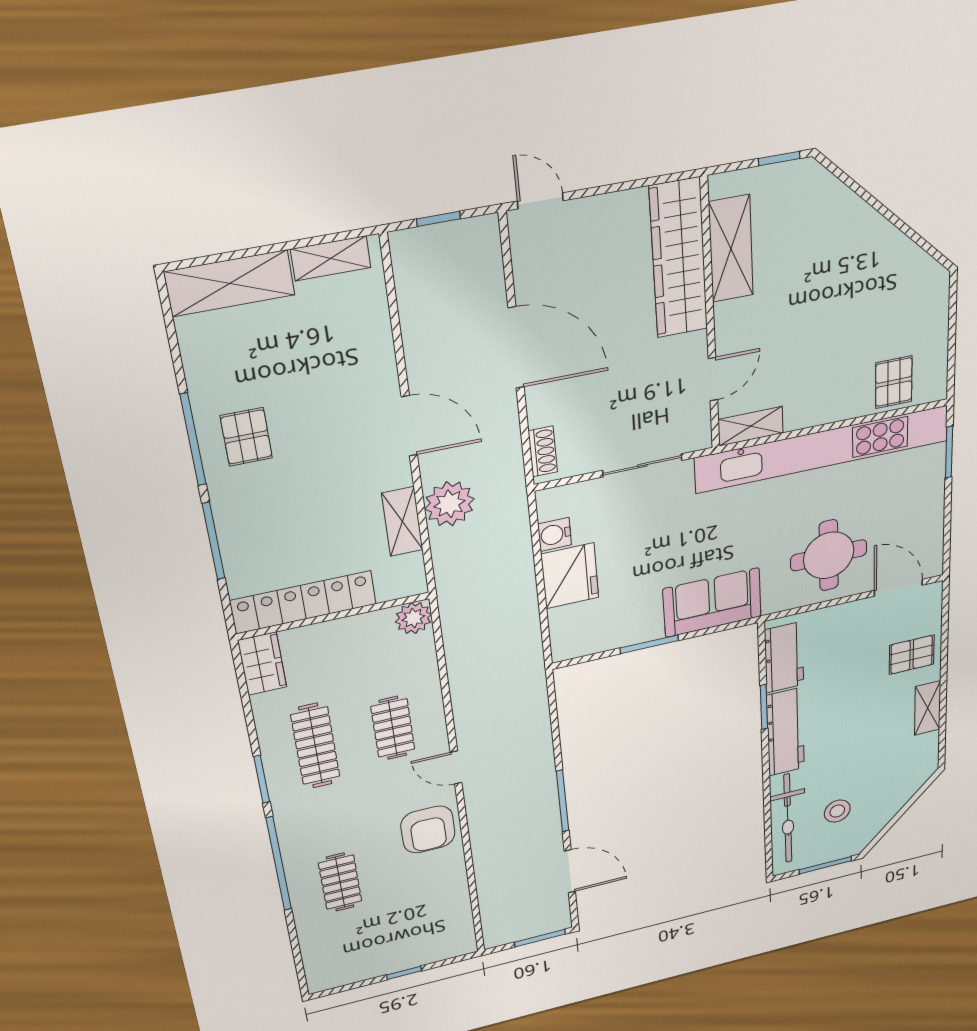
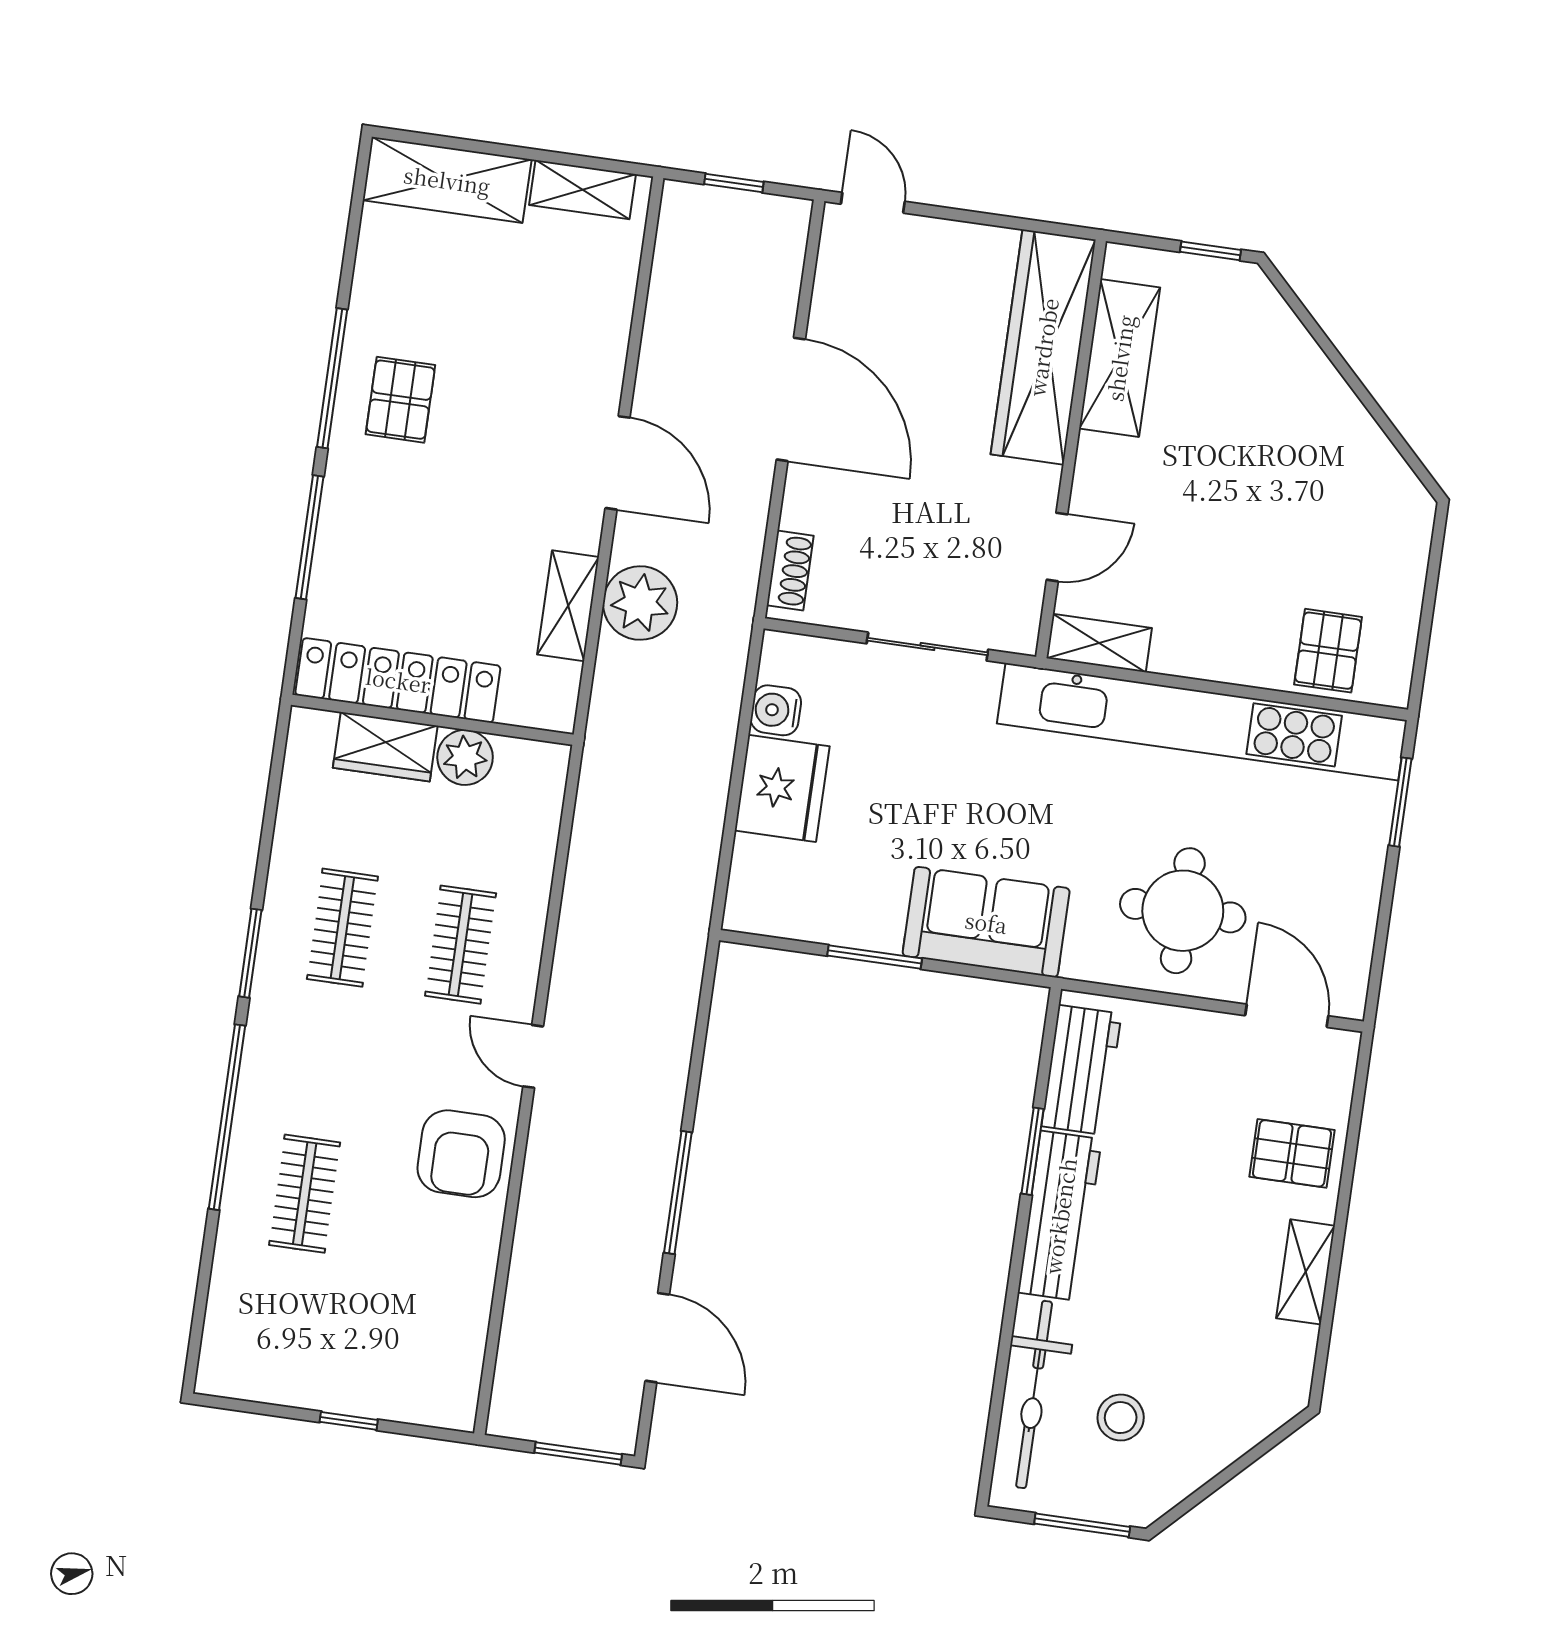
plant: (413, 618) -> (465, 757), moved
wardrobe: (262, 664) -> (385, 747), moved, turned 90
clothes rail: (315, 746) -> (342, 928), width x0.73

